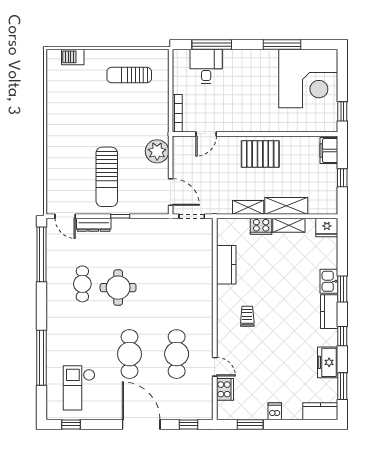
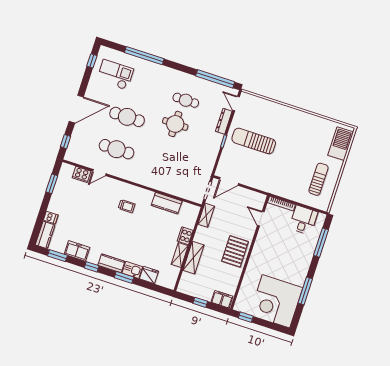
barbecue: (73, 57) -> (341, 144), width x1.88, depth x1.53
desk: (206, 66) -> (303, 220), moved, turned -90
plant: (157, 151) -> (260, 181), removed
shelving: (248, 207) -> (206, 215), moved
door: (65, 216) -> (236, 104), hinge flipped
fridge: (327, 227) -> (149, 275), moved, turned 90
dishwasher: (275, 411) -> (51, 218), moved

